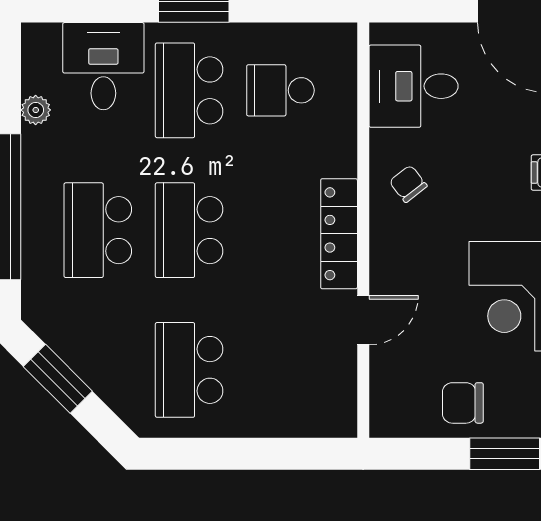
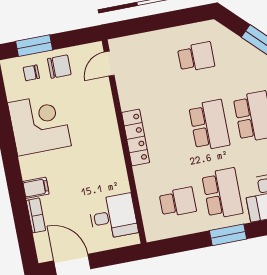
chair: (408, 184) -> (31, 73), moved, turned 128
door: (363, 320) -> (109, 64), moved
school desk: (189, 370) -> (196, 57), width x0.54

